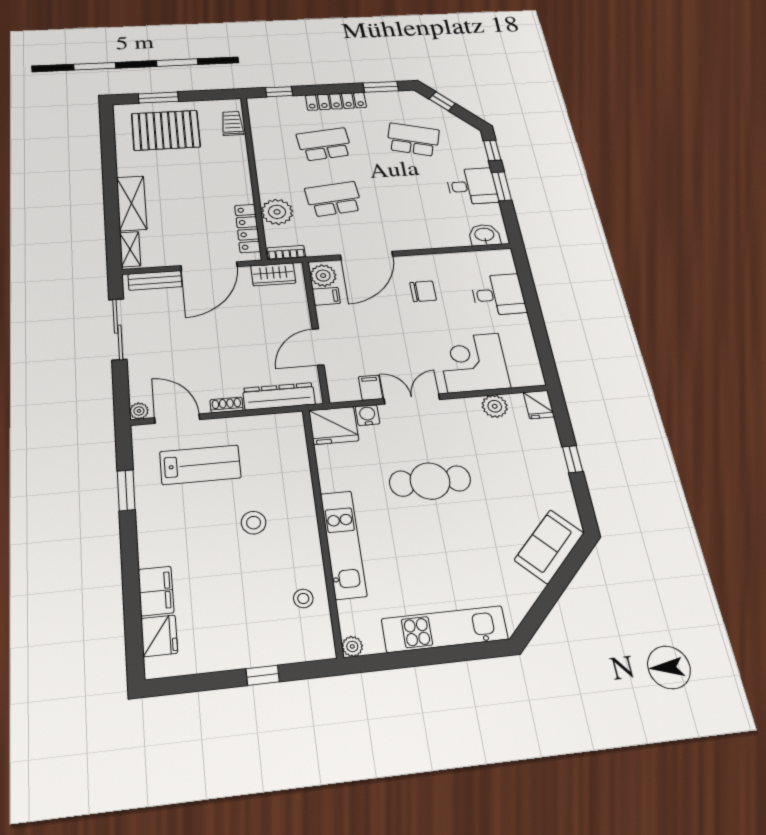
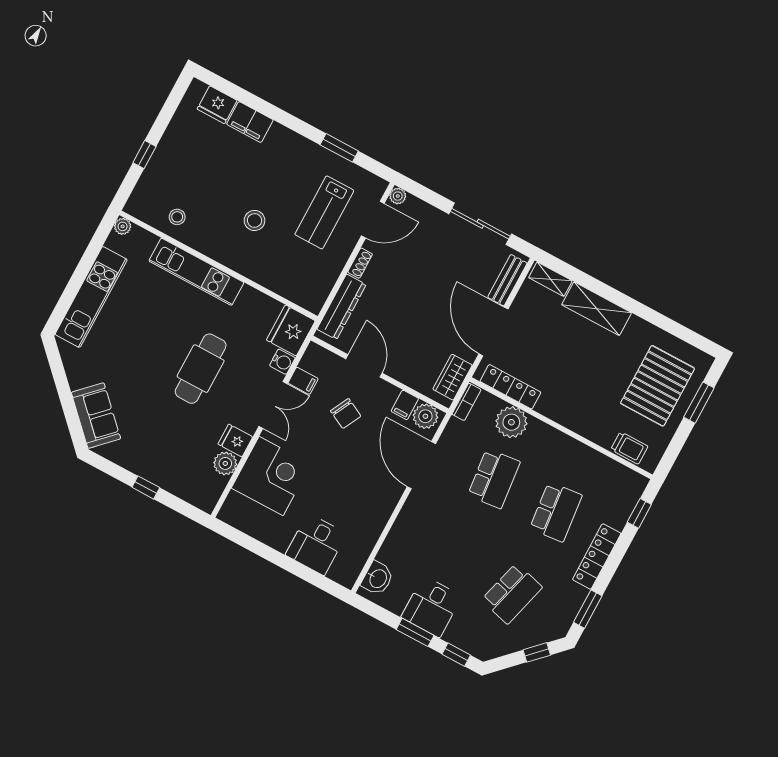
chair: (423, 291) -> (346, 413), moved, turned -63
fridge: (539, 405) -> (235, 440), moved

